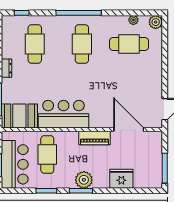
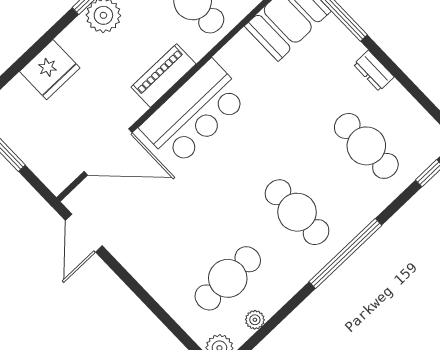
bar counter: (63, 114) -> (194, 113), moved
piano: (94, 138) -> (163, 76), moved

